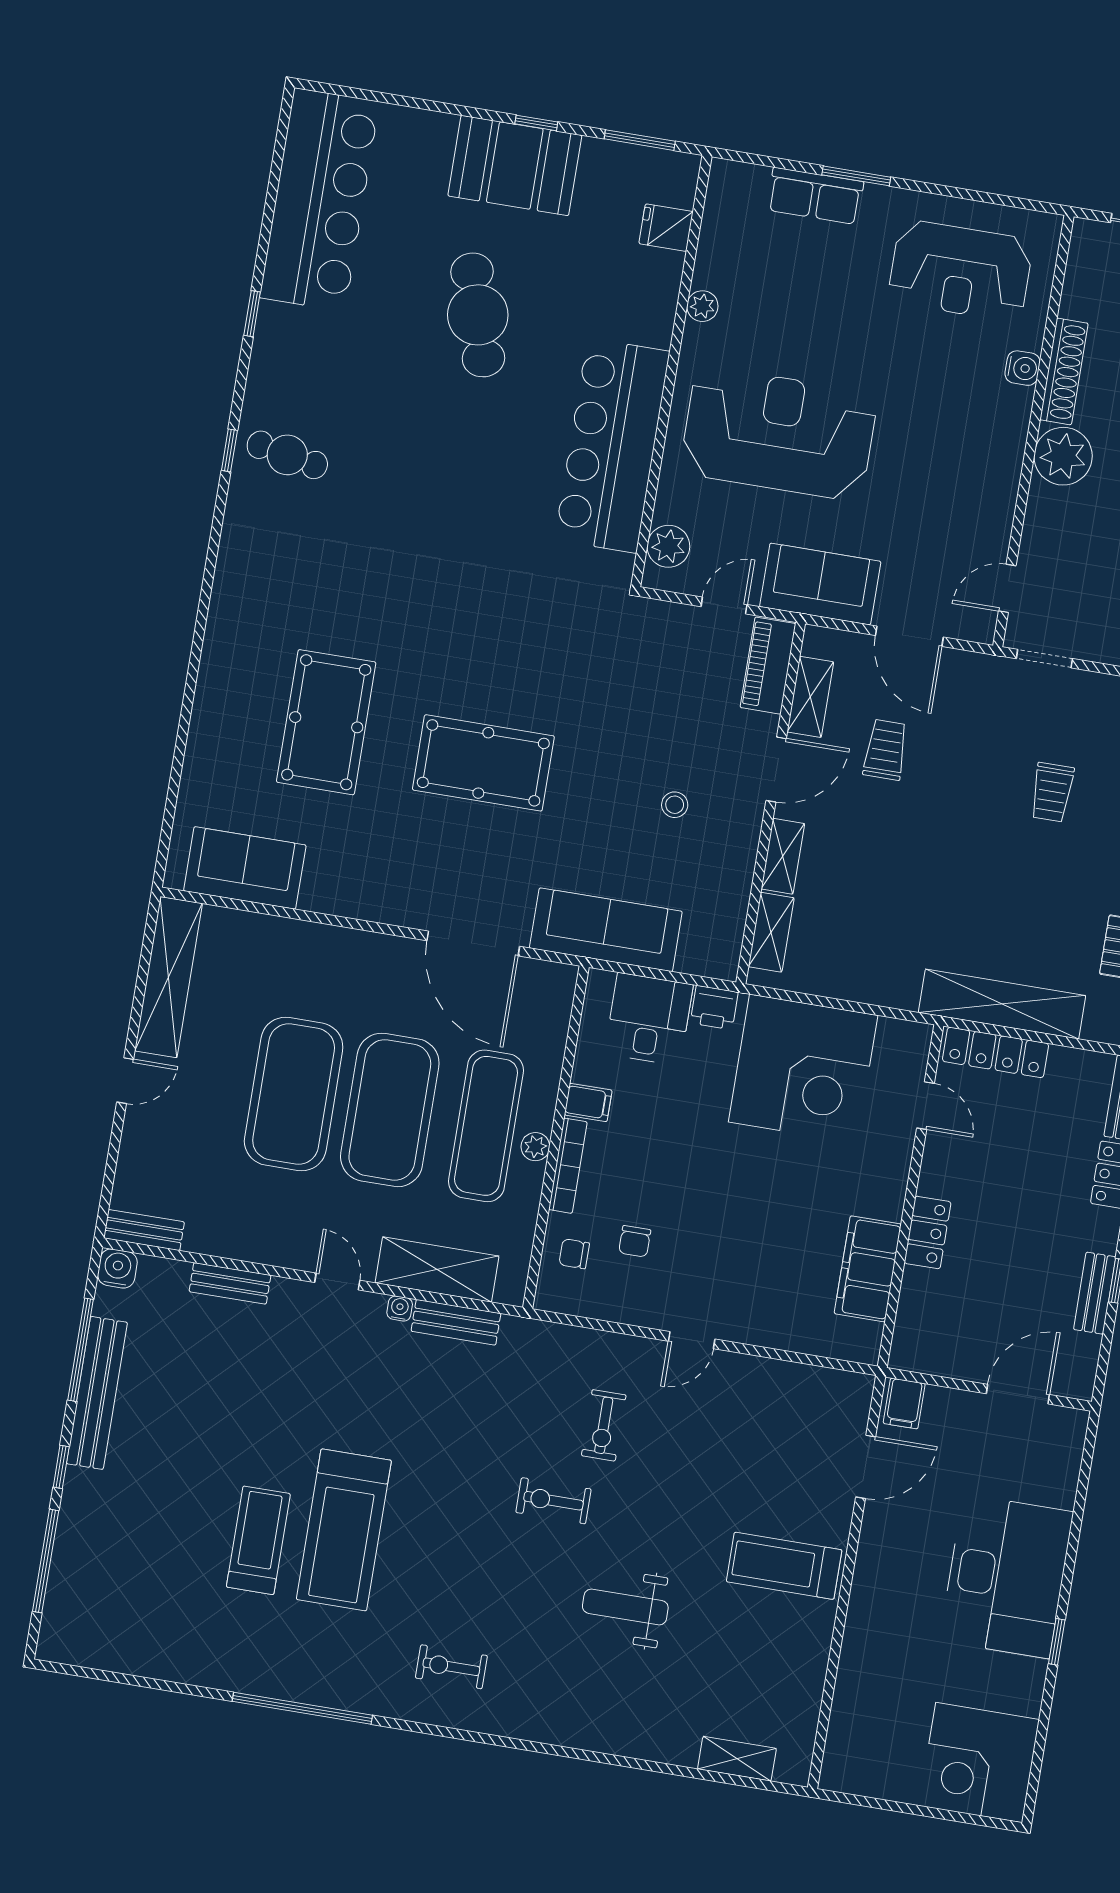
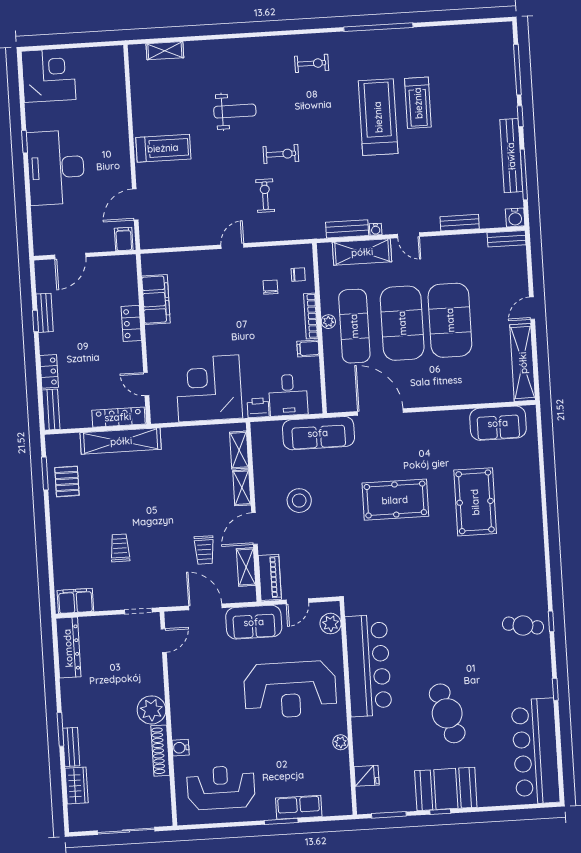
stool: (675, 805) -> (299, 501), width x1.89, depth x1.89

